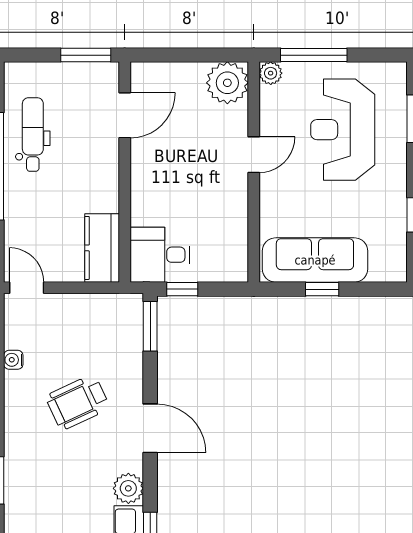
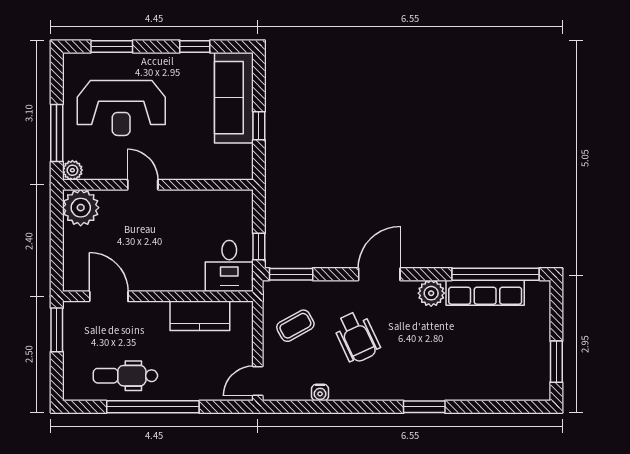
kitchen counter: (102, 248) -> (200, 316), moved
sofa: (315, 260) -> (234, 98), moved
coffee table: (91, 331) -> (295, 326), added

